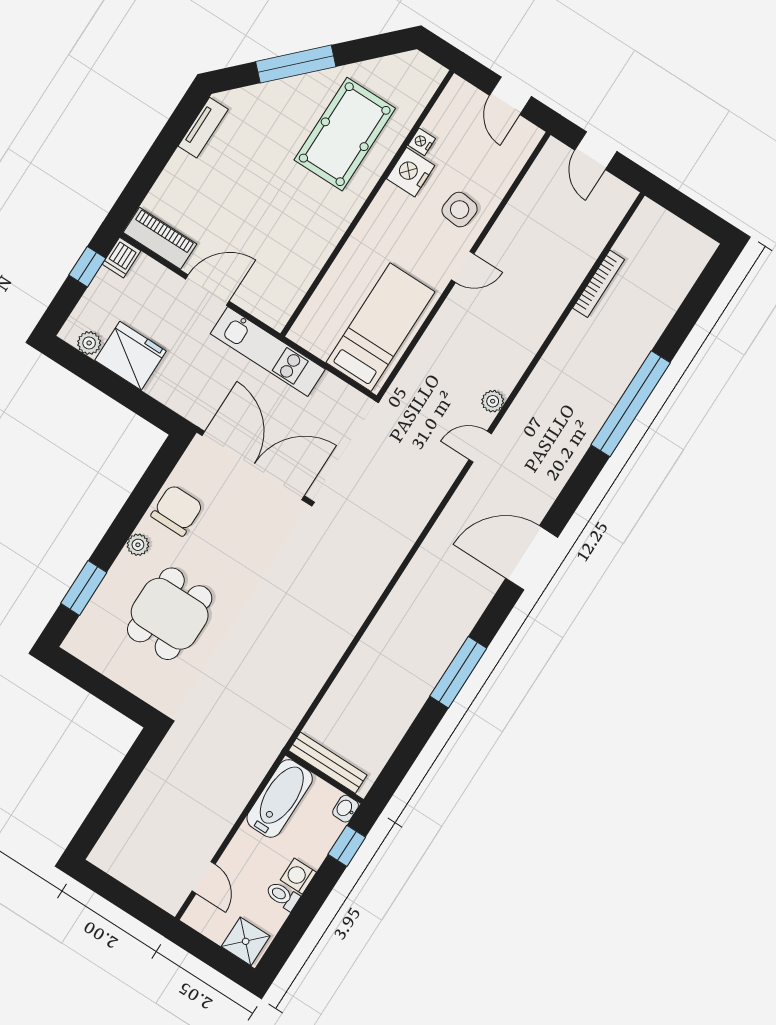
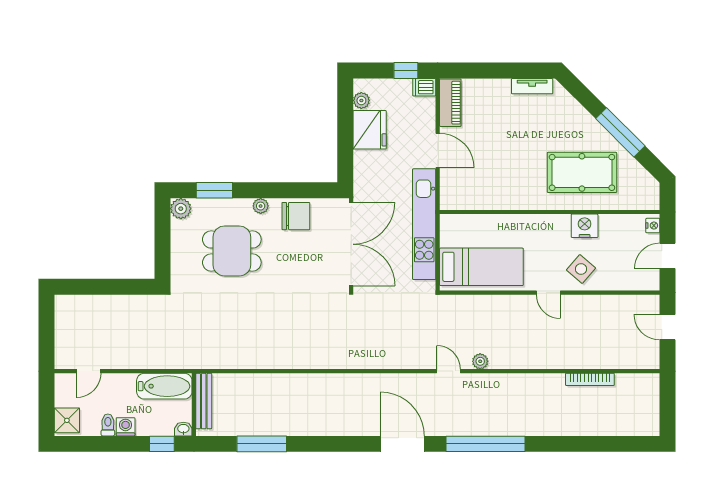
window: (296, 64) -> (620, 132), moved
nightstand: (422, 142) -> (653, 226), moved, turned 90
door: (596, 151) -> (668, 327), hinge flipped
side table: (460, 210) -> (581, 269), turned 34
kitchen unit: (268, 351) -> (424, 224), width x1.36
window: (631, 404) -> (486, 444), moved
plant: (80, 642) -> (181, 209), added
window: (458, 672) -> (262, 444), moved

